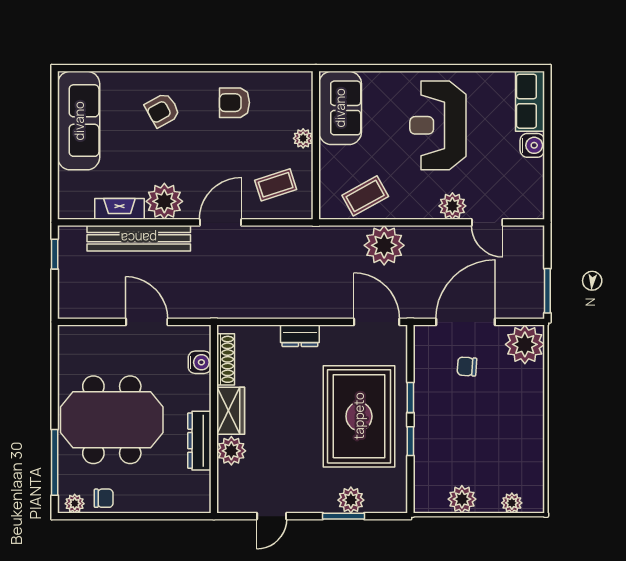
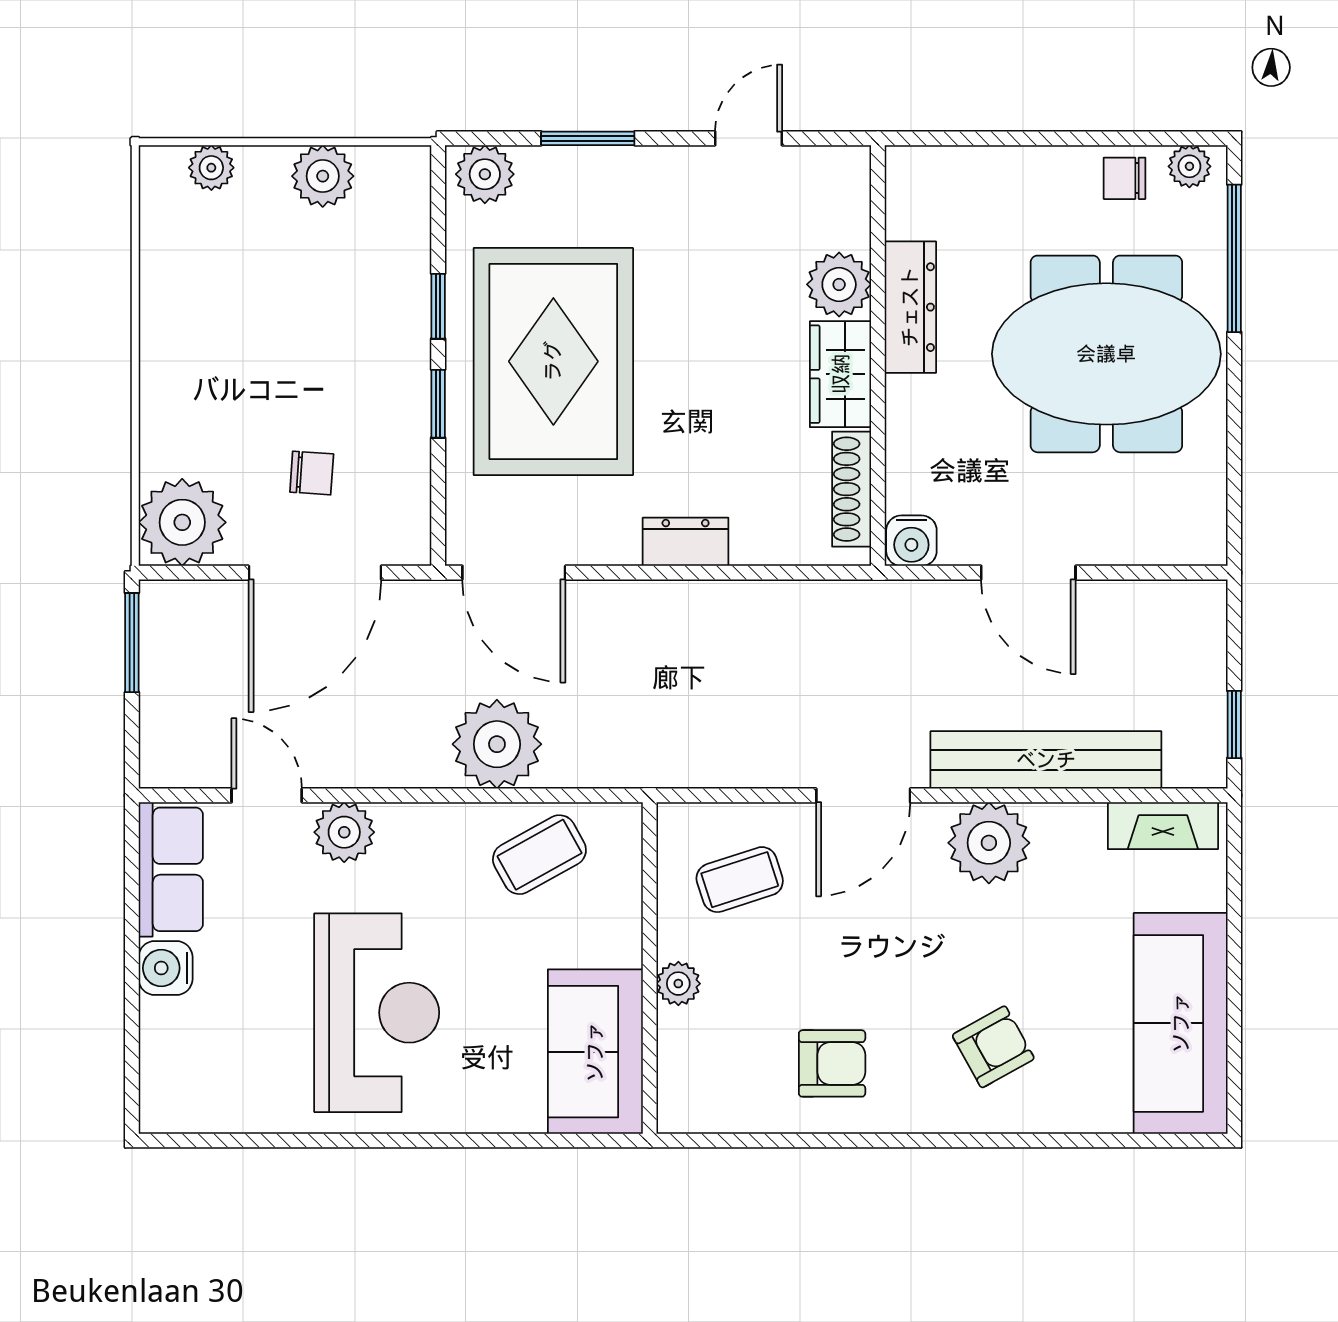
row of seats: (530, 101) -> (171, 869), moved
fireplace: (119, 209) -> (1163, 826), moved
water cooler: (200, 362) -> (911, 541), moved, turned -90
plant: (351, 500) -> (485, 174), moved

